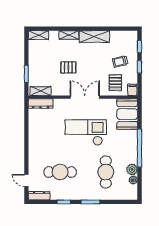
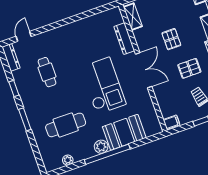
pallet: (115, 83) -> (189, 68), moved
dresser: (41, 104) -> (124, 39), moved
booth: (127, 114) -> (124, 132), moved
plant: (132, 169) -> (101, 147), moved
cafe table: (60, 172) -> (47, 72), width x0.73, depth x0.74

